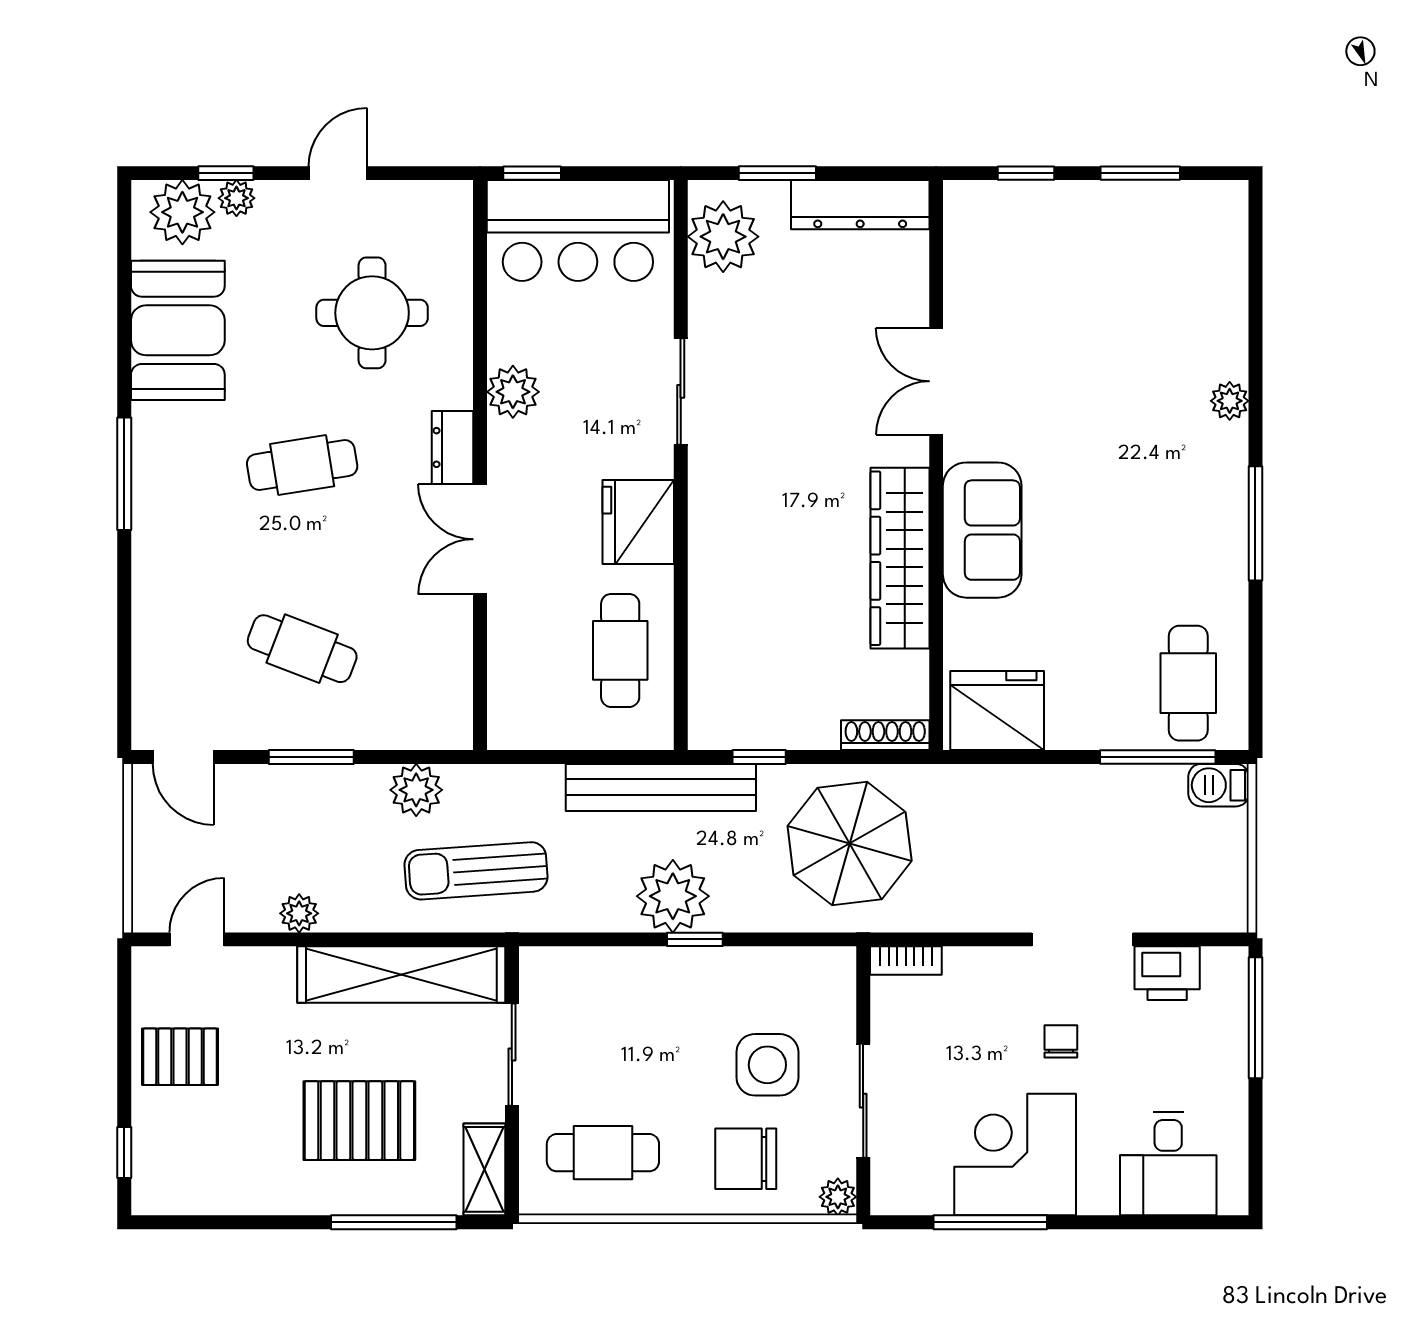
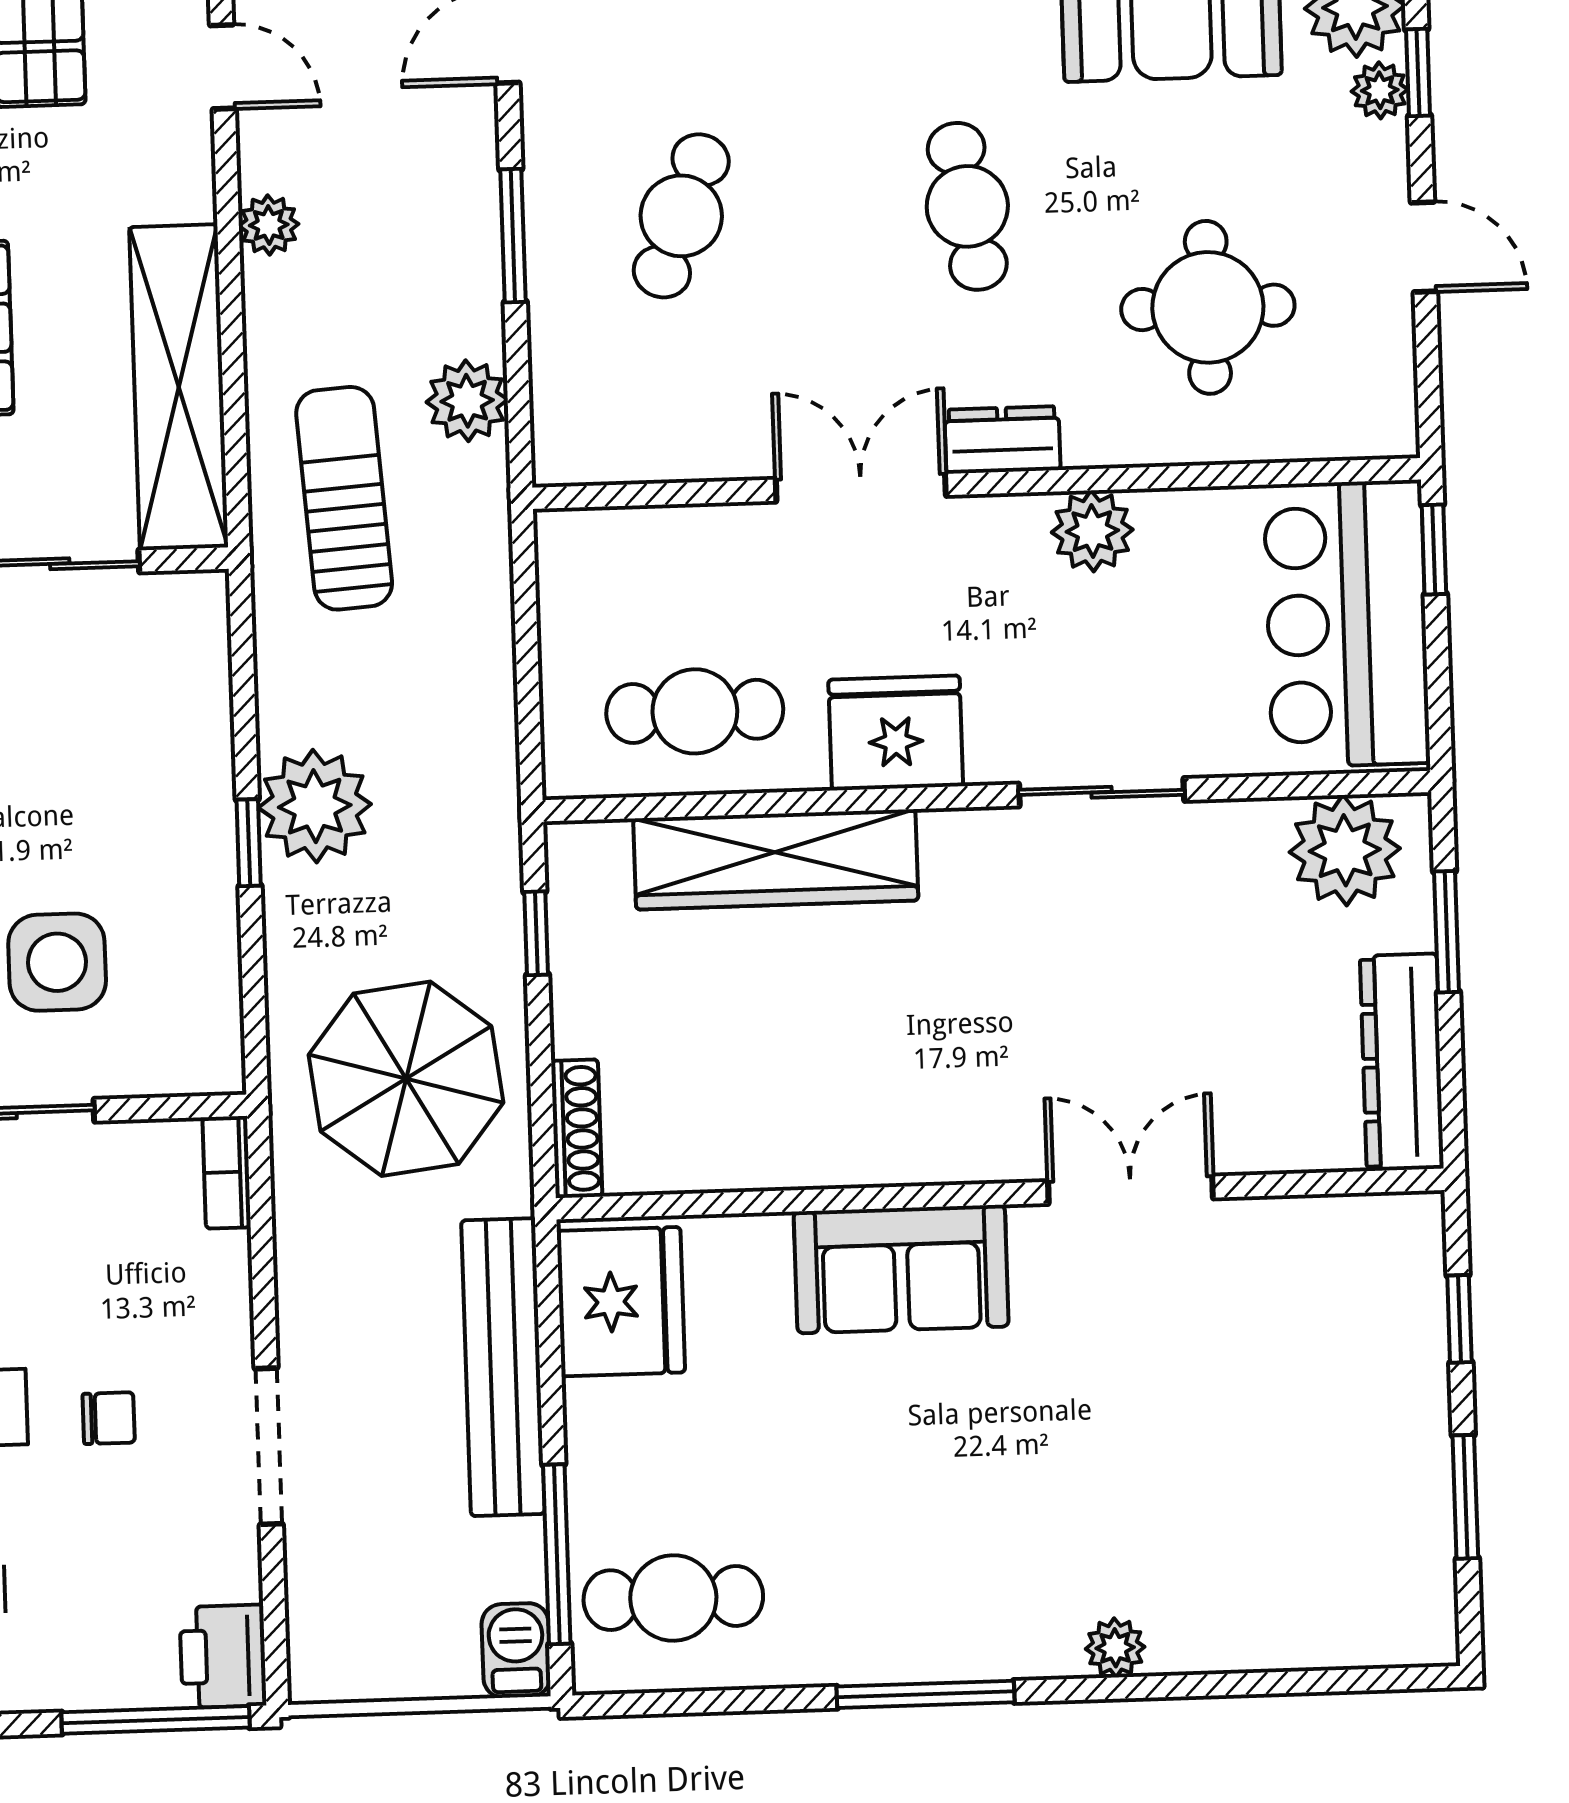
wardrobe: (900, 558) -> (776, 859), moved, turned 180
bench: (661, 787) -> (503, 1367), moved
printer: (1167, 973) -> (223, 1656), moved

